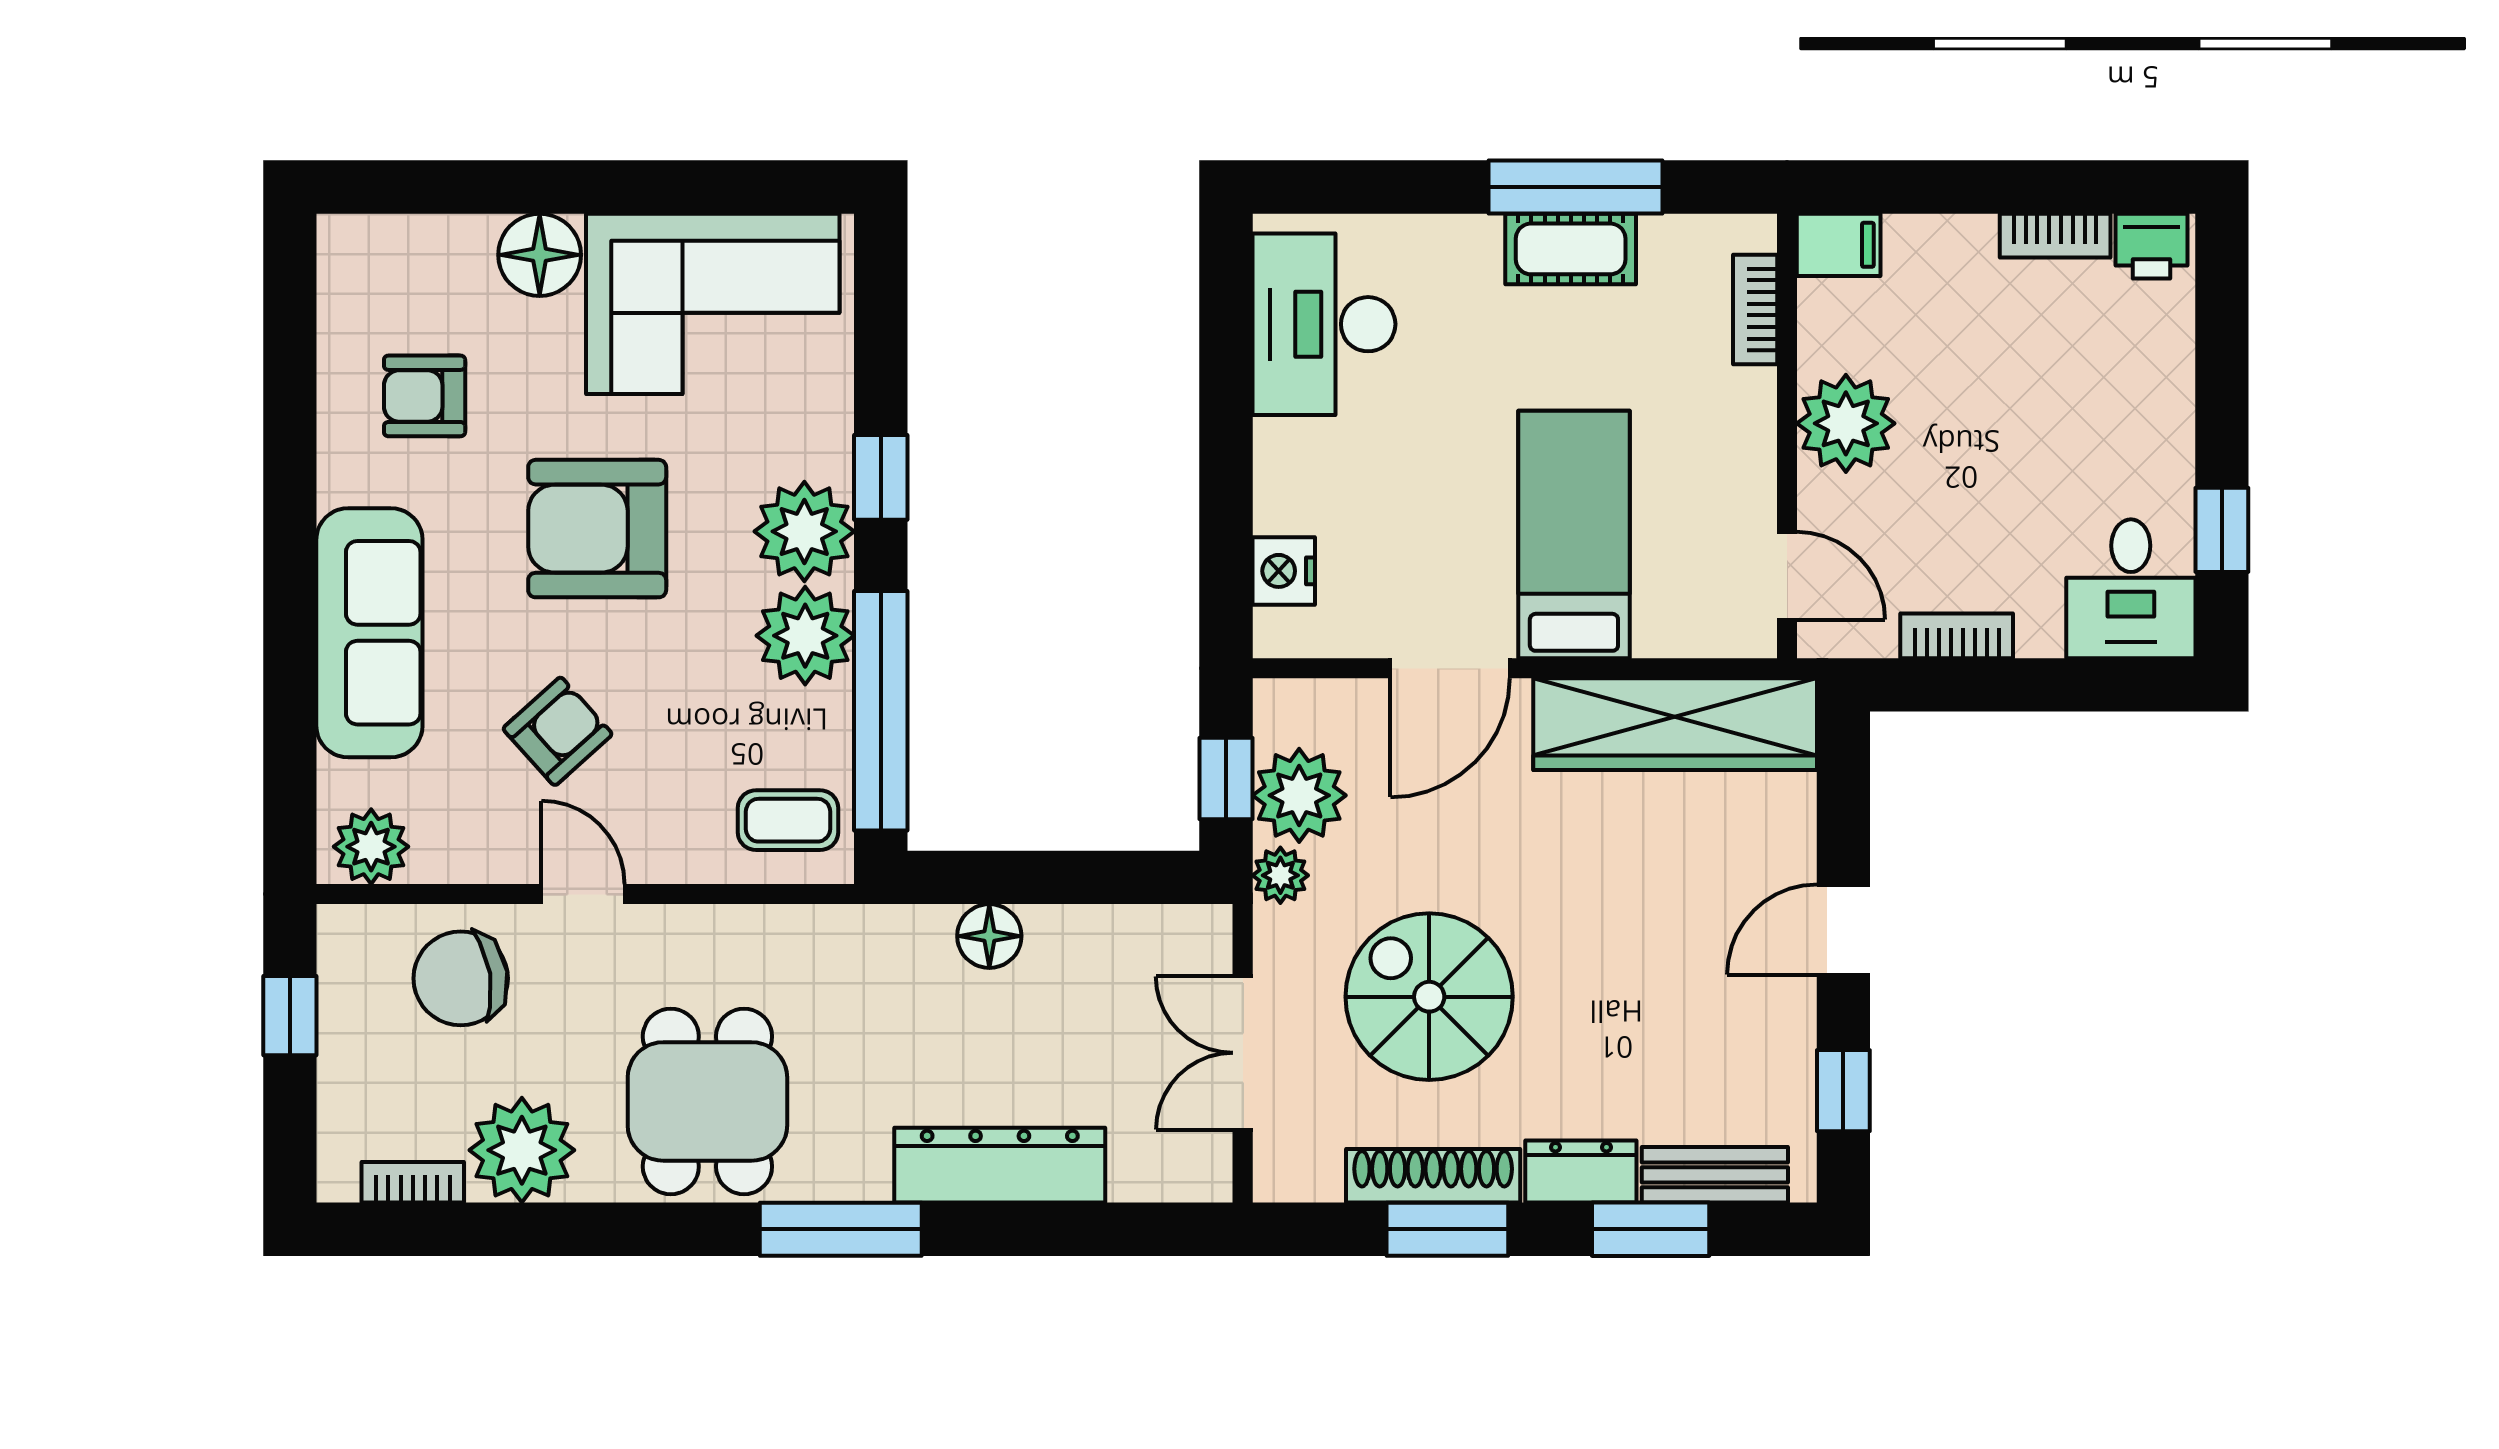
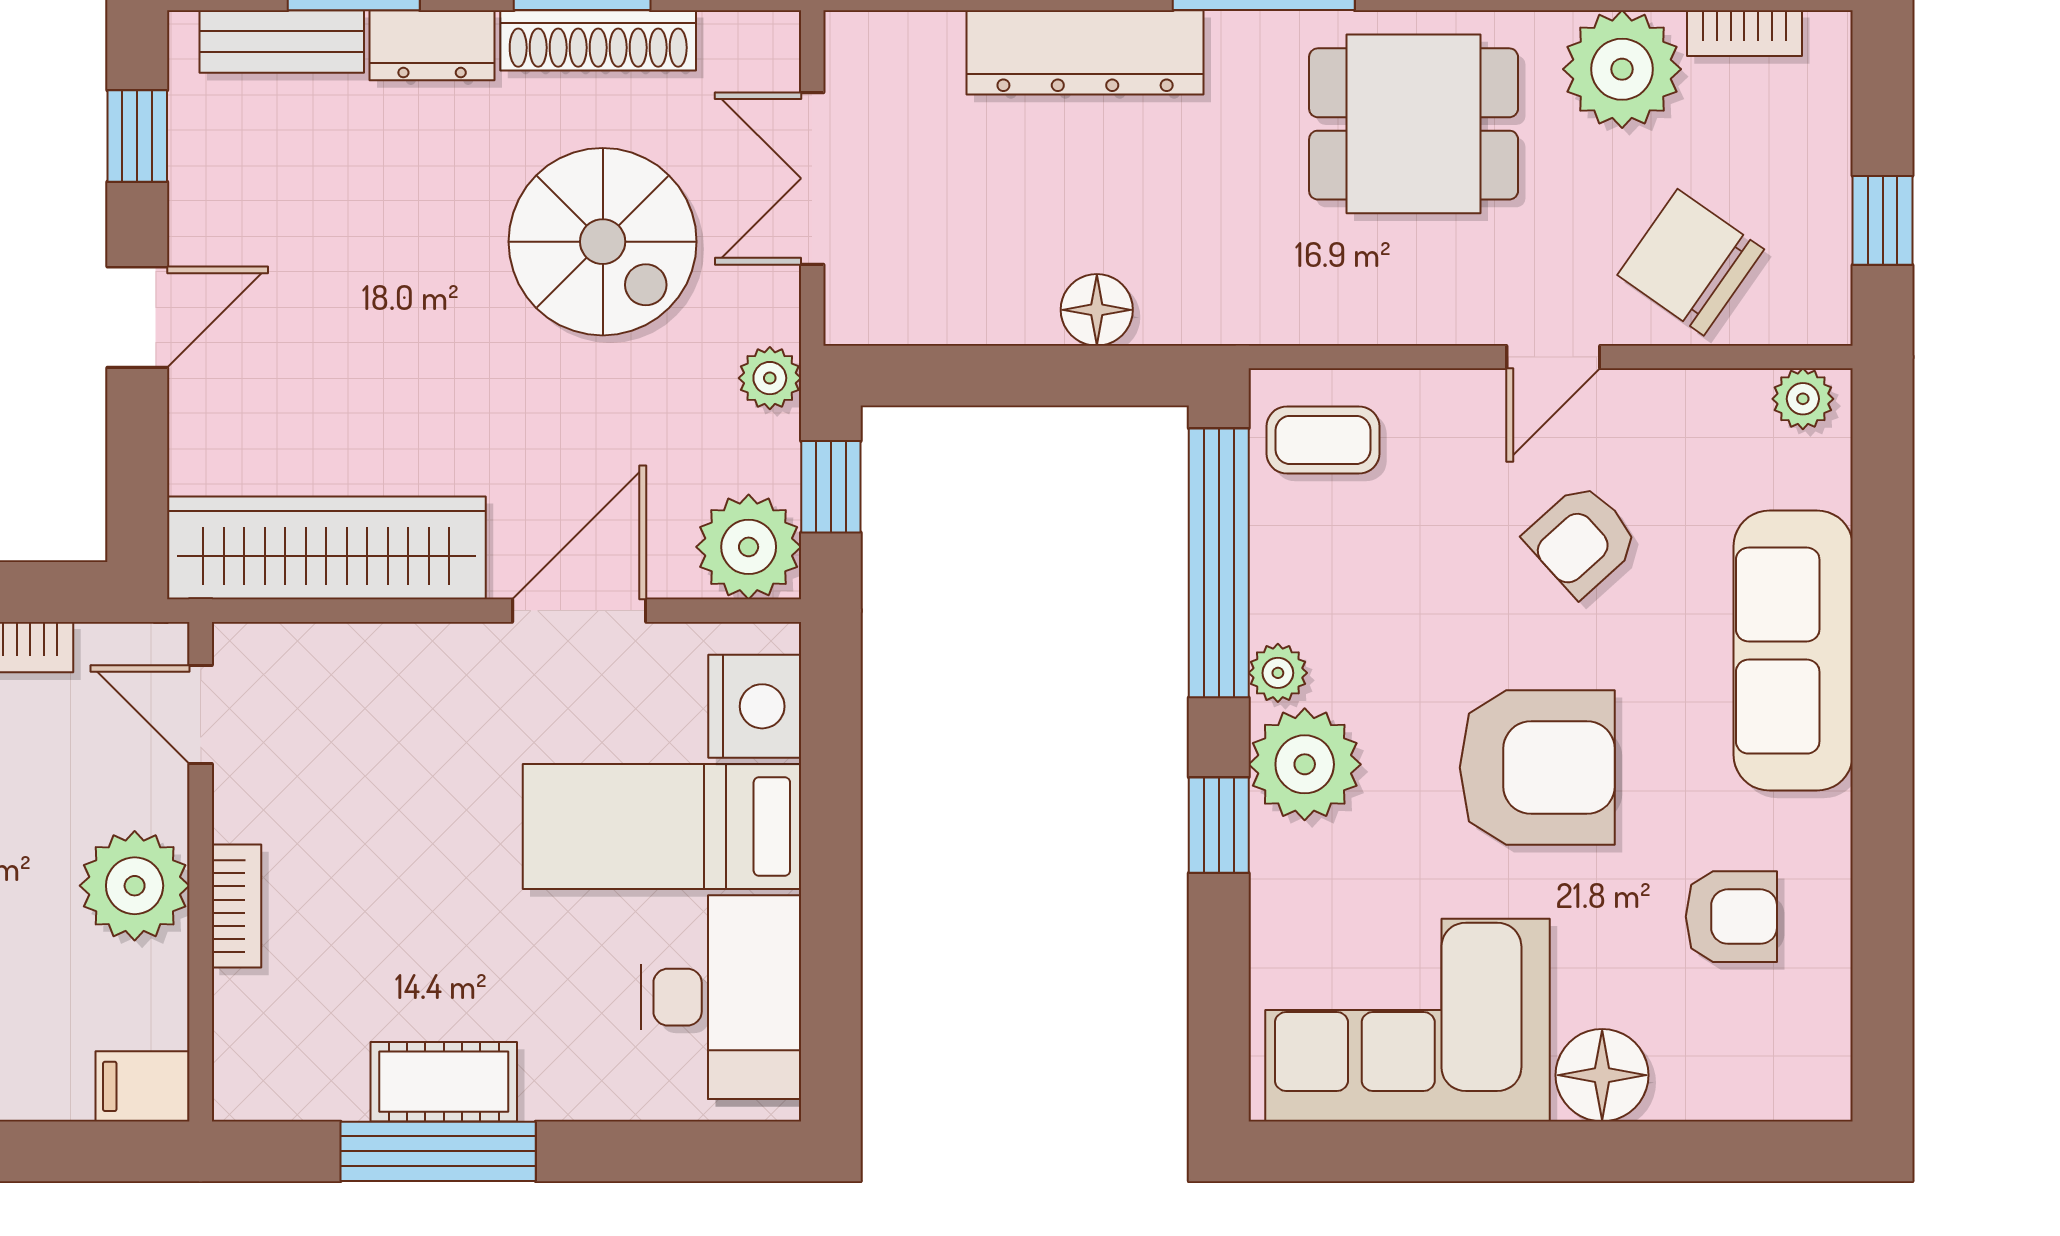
bookcase: (1755, 309) -> (236, 906), moved
bed: (1574, 534) -> (662, 827), moved, turned 90
nightstand: (1284, 571) -> (755, 706), width x1.36, depth x1.33
plant: (805, 636) -> (1278, 673), width x0.53, depth x0.53
plant: (1299, 795) -> (749, 547), moved
plant: (371, 847) -> (1803, 399), width x0.73, depth x0.73
door: (583, 894) -> (1553, 357), hinge flipped
chair: (461, 978) -> (1691, 262), turned -136
double door: (1243, 1053) -> (812, 178), swing flipped
dining table: (707, 1101) -> (1414, 124), turned 90

